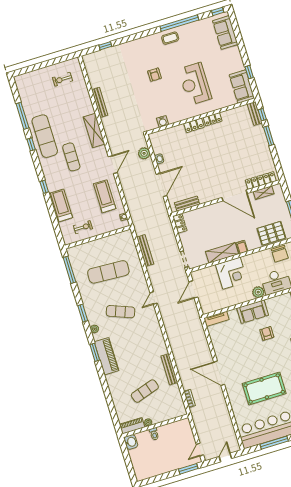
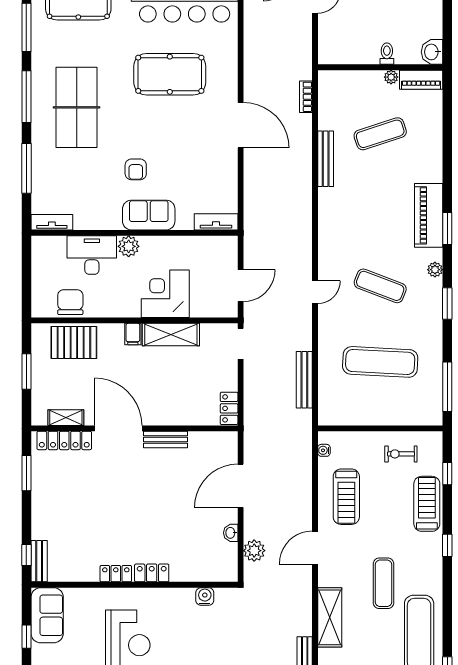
window: (269, 136) -> (26, 473), moved
window: (31, 144) -> (447, 474), moved
bench: (187, 204) -> (165, 440), moved
treadmill: (61, 205) -> (427, 504), turned 180

